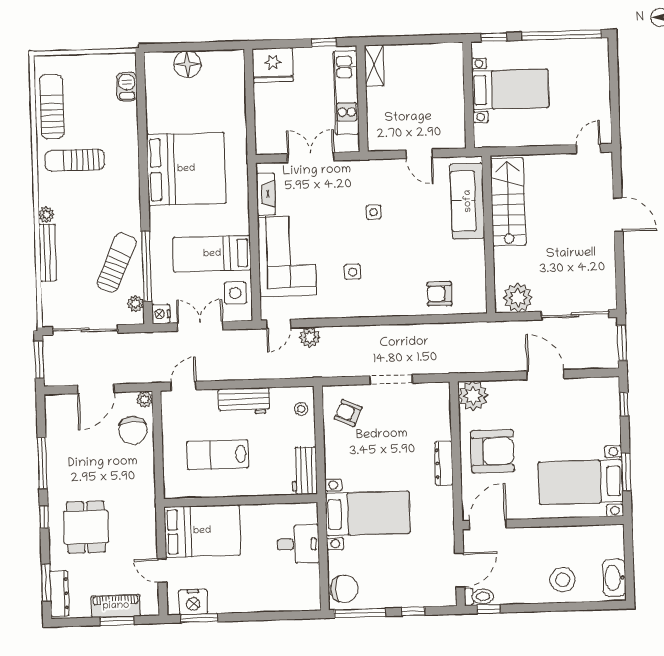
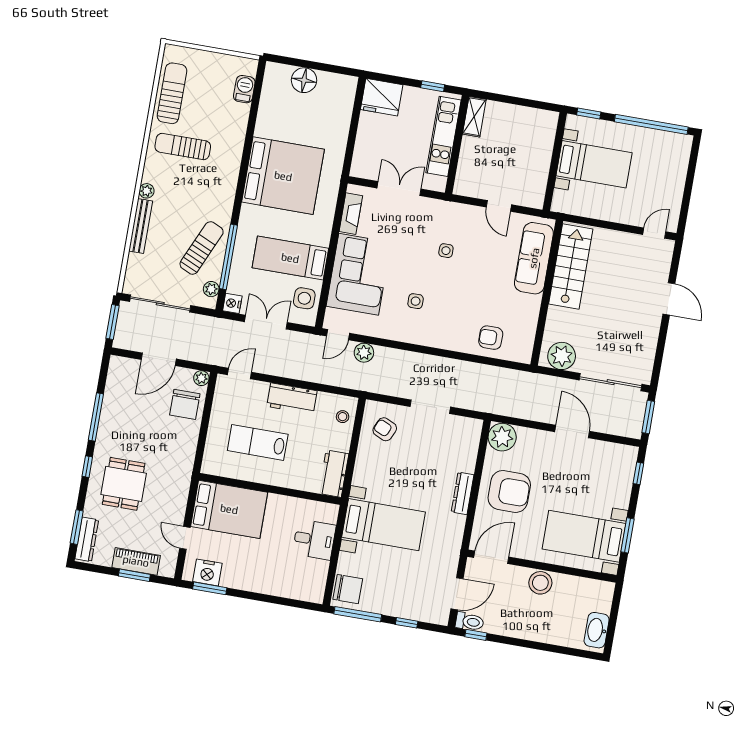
stool: (563, 580) -> (540, 583), moved

